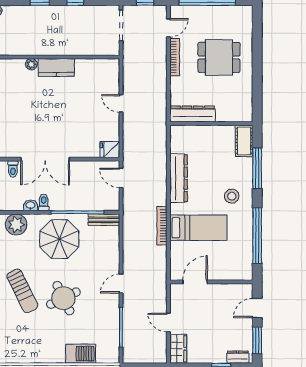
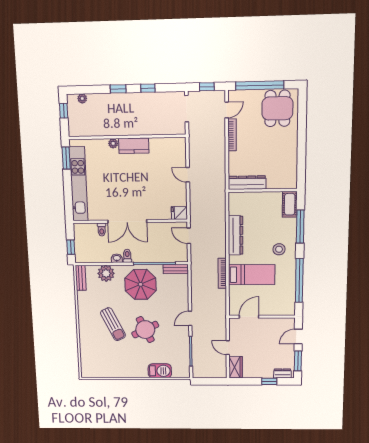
dining table: (219, 57) -> (277, 108), moved, turned 90

